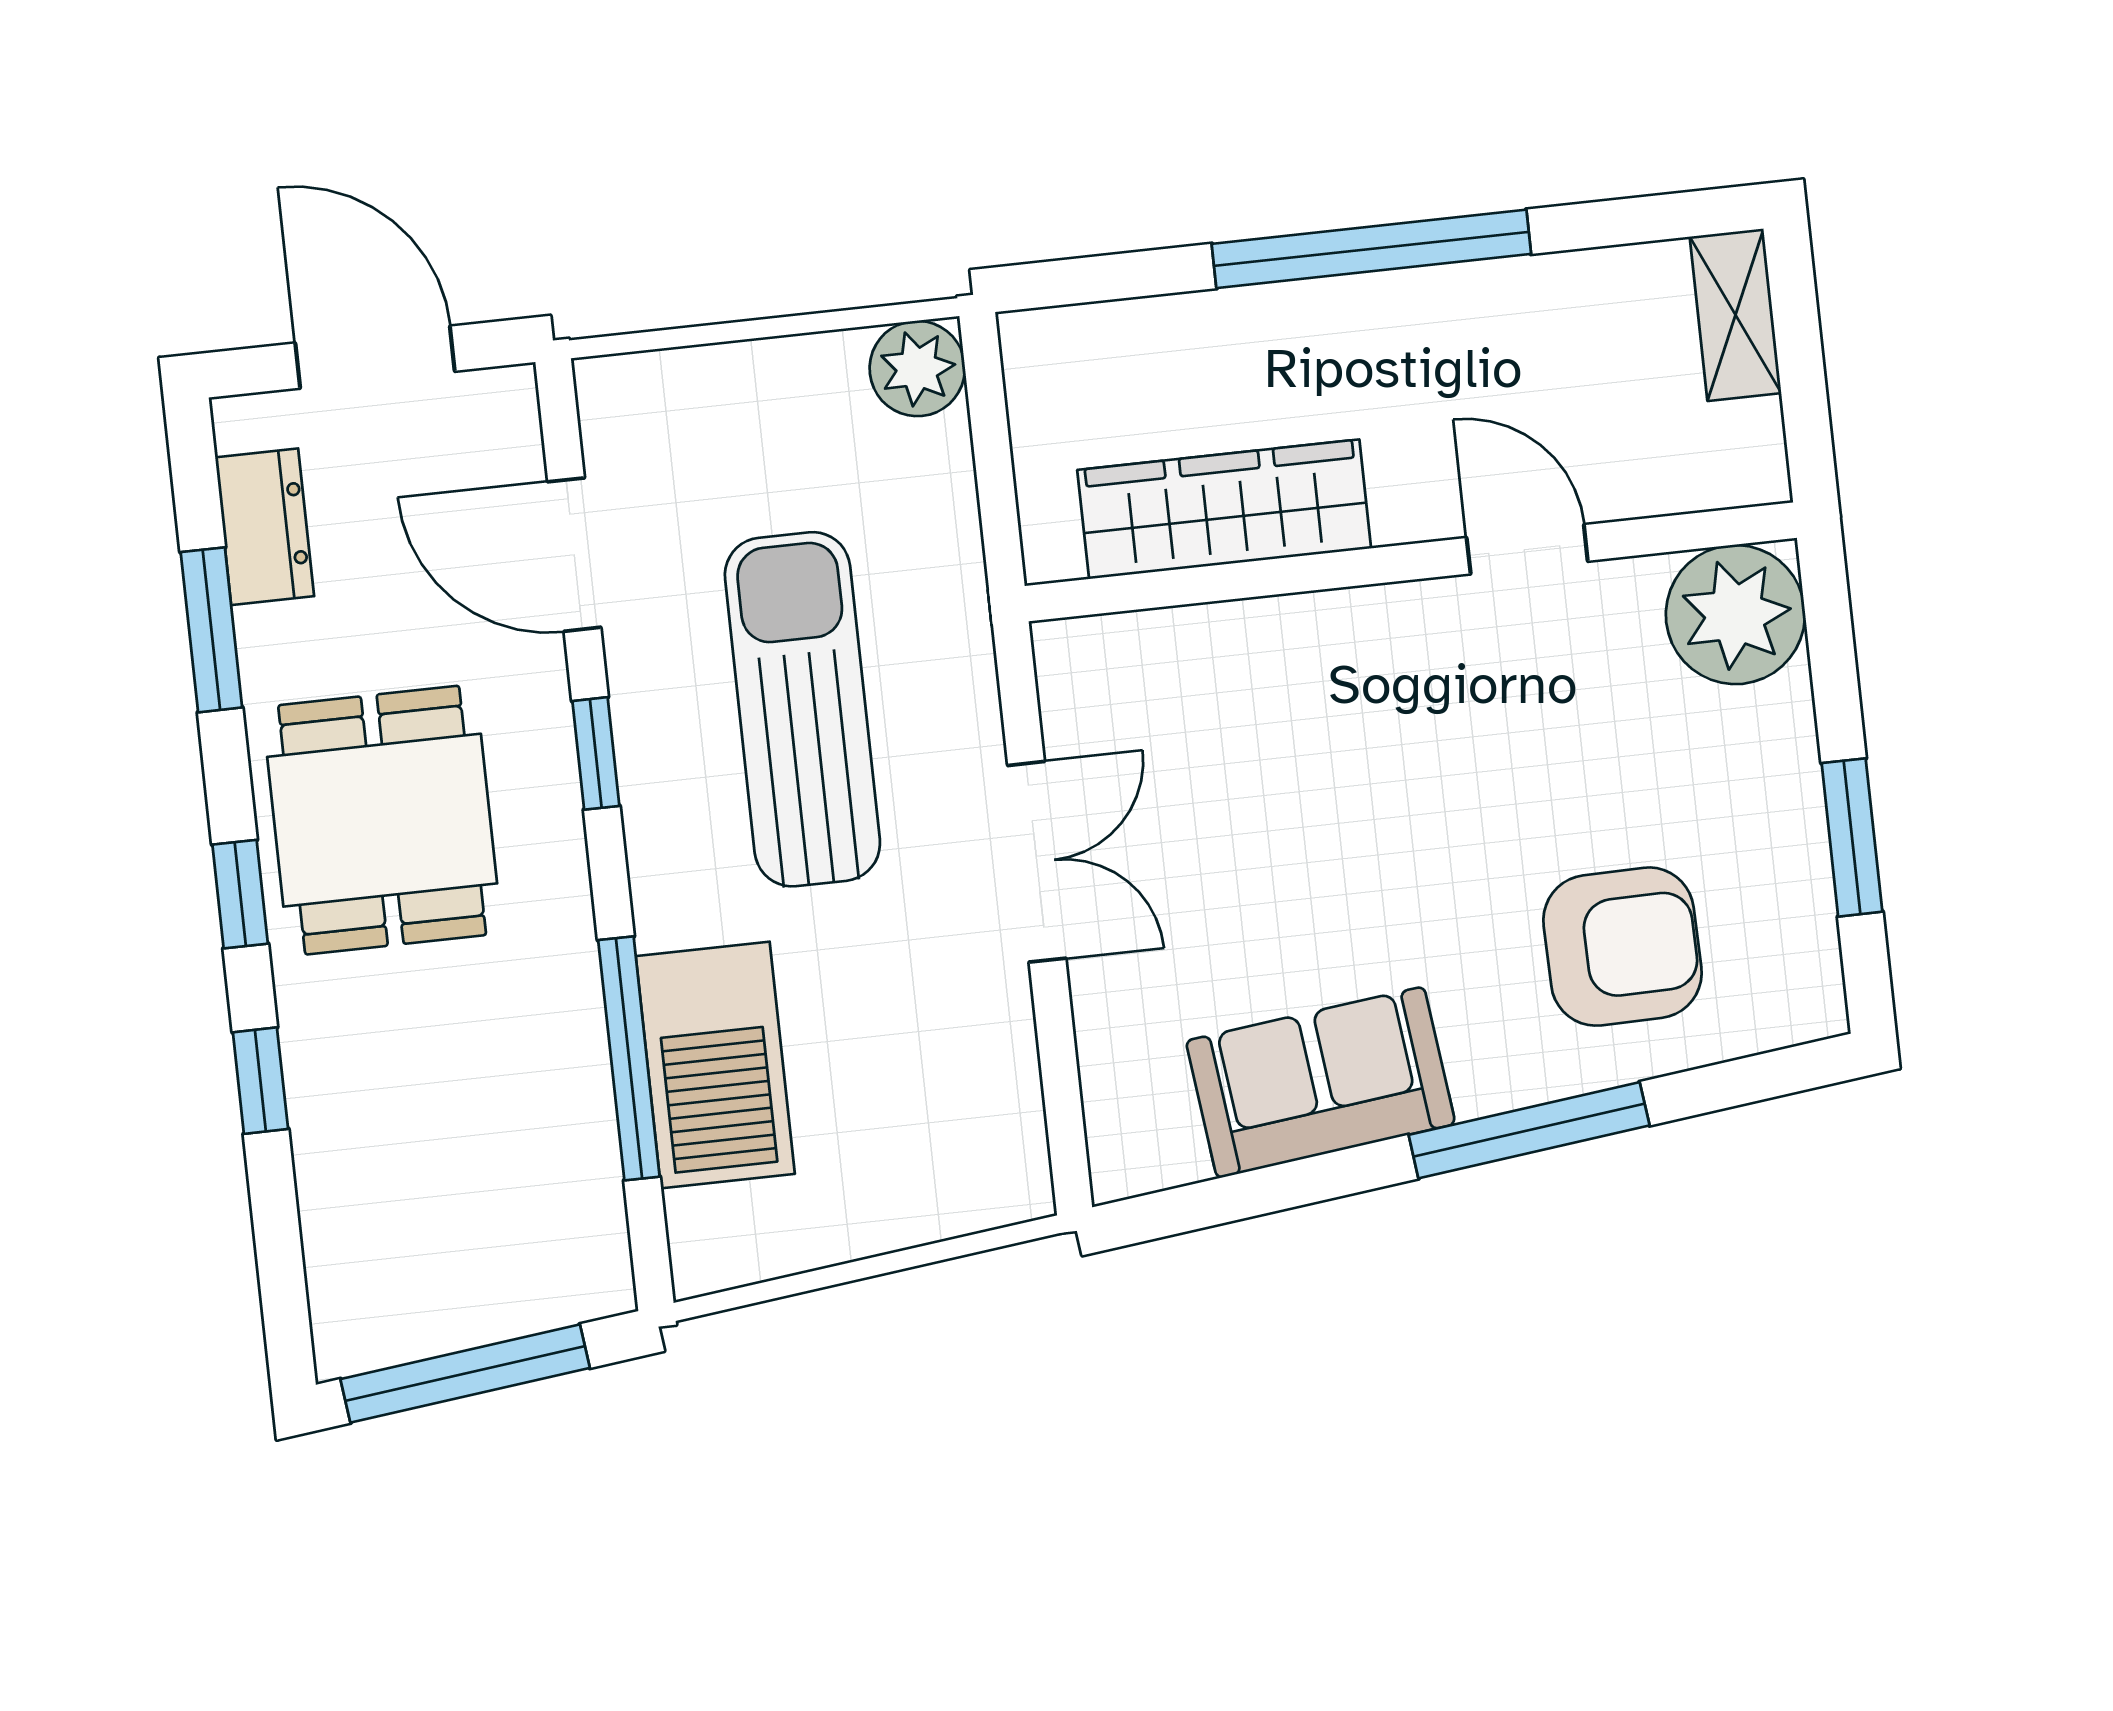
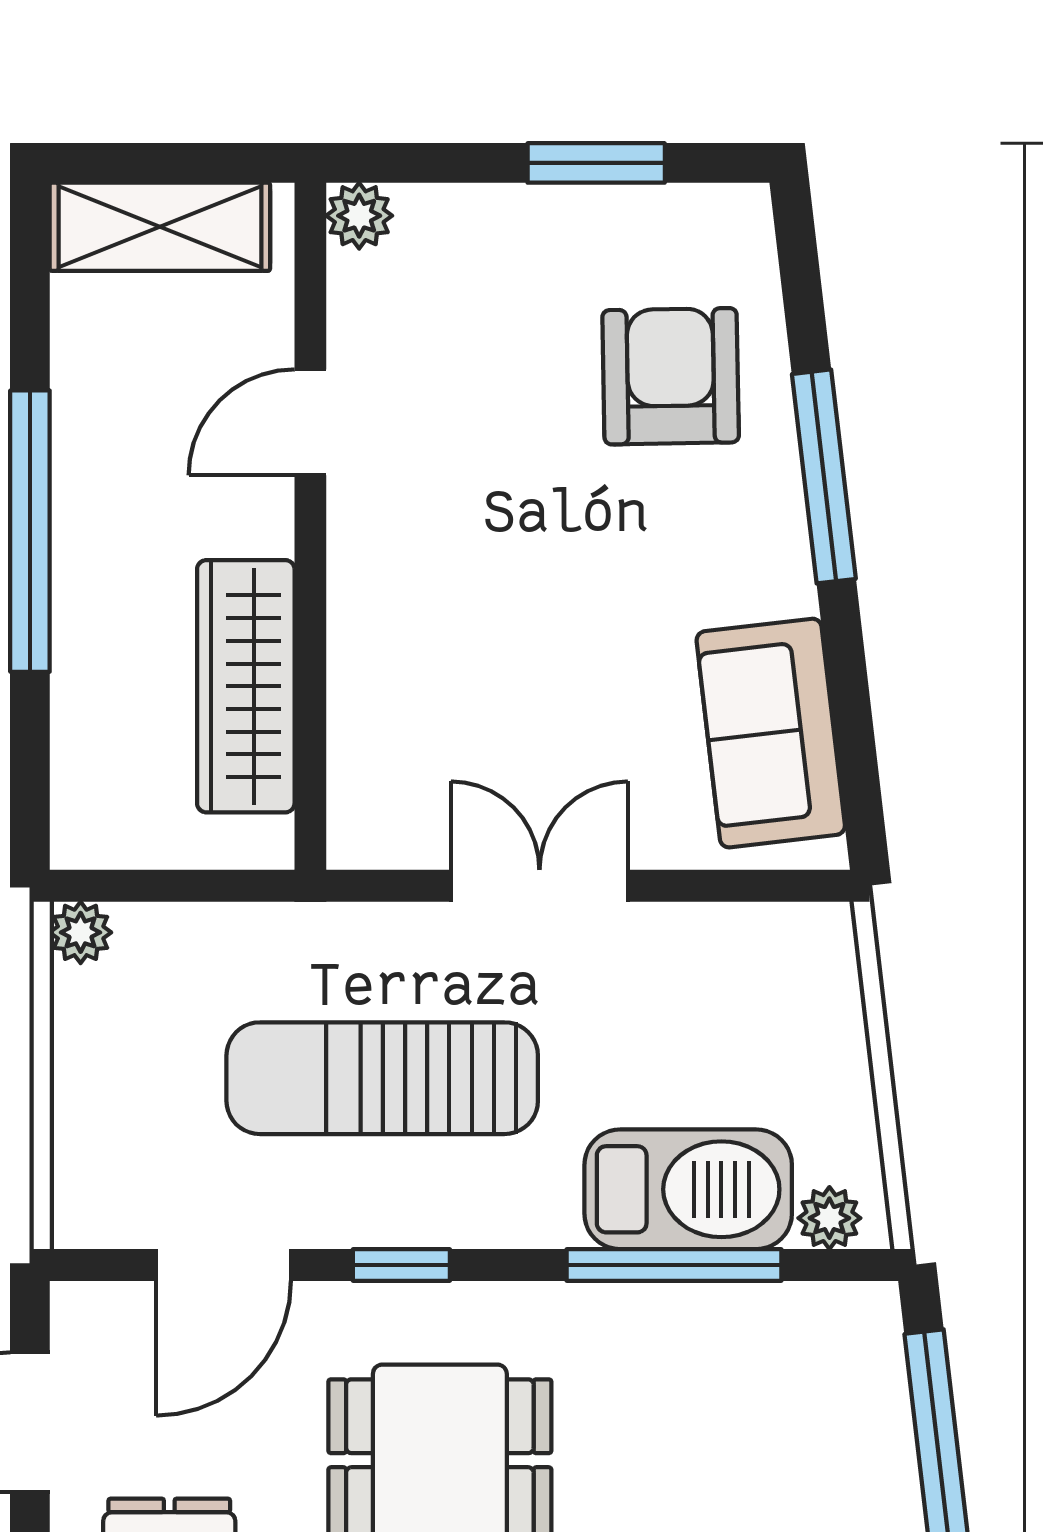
shelving: (1735, 315) -> (160, 227), width x1.50, depth x1.33
plant: (917, 369) -> (81, 932), width x0.73, depth x0.73
plant: (1735, 615) -> (359, 216), width x0.53, depth x0.53
sofa: (1321, 1082) -> (771, 733), moved
plant: (700, 1226) -> (829, 1218), added

